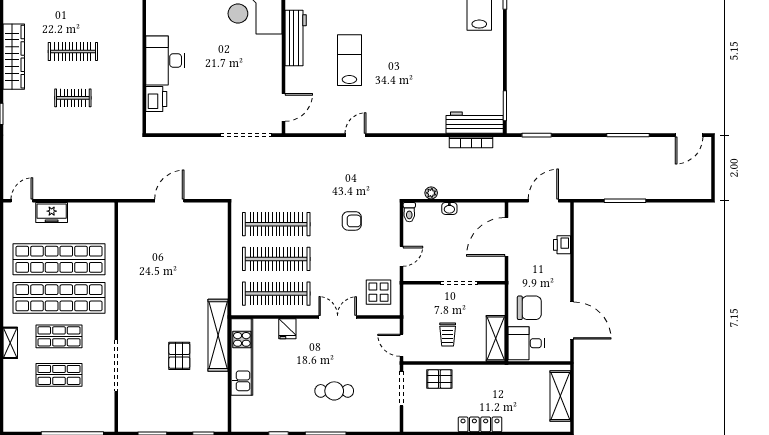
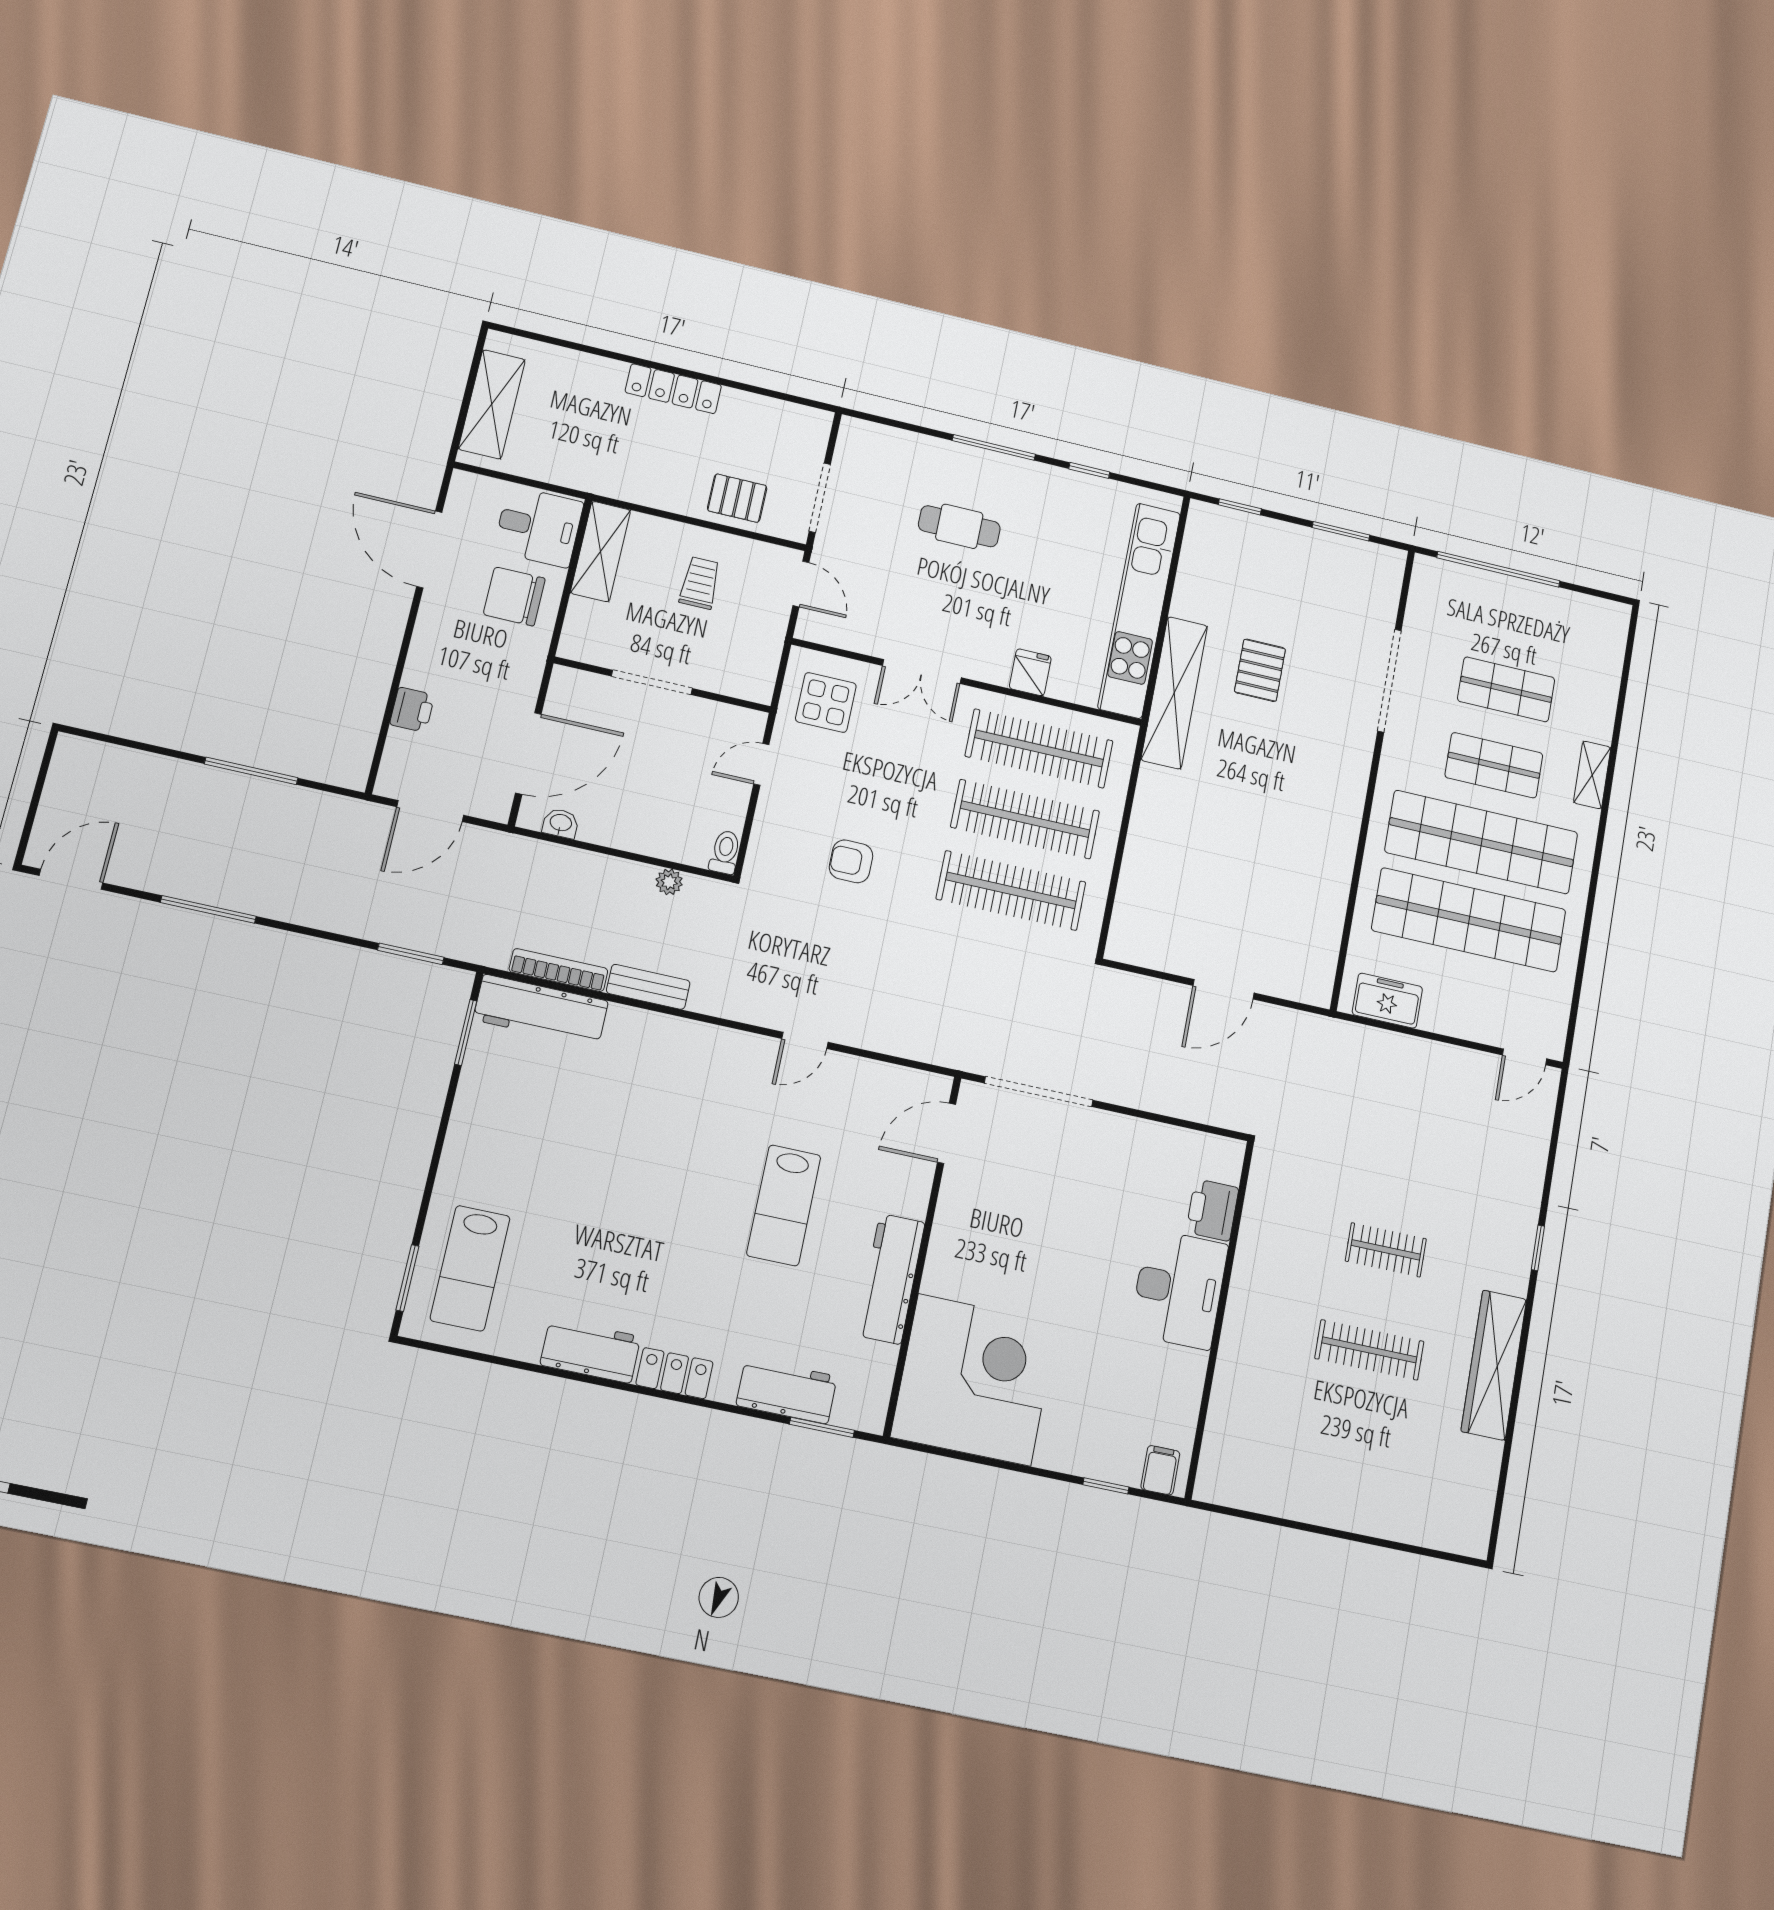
bench: (430, 144) -> (648, 987), added
washbasin: (449, 208) -> (561, 823), moved
freezer: (52, 213) -> (1387, 1001), moved
kitchen unit: (242, 357) -> (1139, 610), width x1.36

